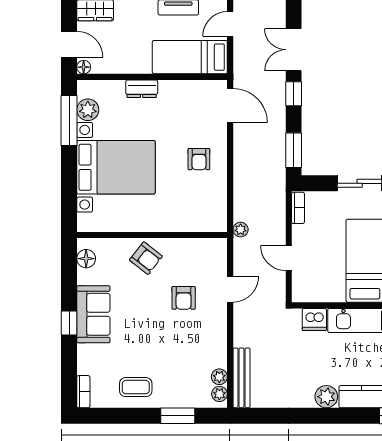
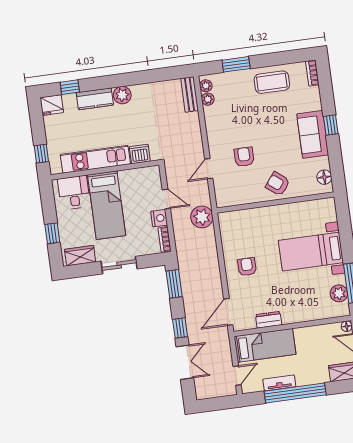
dresser: (142, 89) -> (269, 320), moved
door: (230, 105) -> (228, 312), hinge flipped
bed with nightstands: (116, 167) -> (311, 252), width x0.73
plant: (241, 230) -> (202, 217), width x1.88, depth x1.88
nightstand: (301, 235) -> (159, 218), added
bench: (241, 378) -> (190, 94), width x0.73
coffee table: (136, 387) -> (272, 82), width x1.36, depth x1.30

